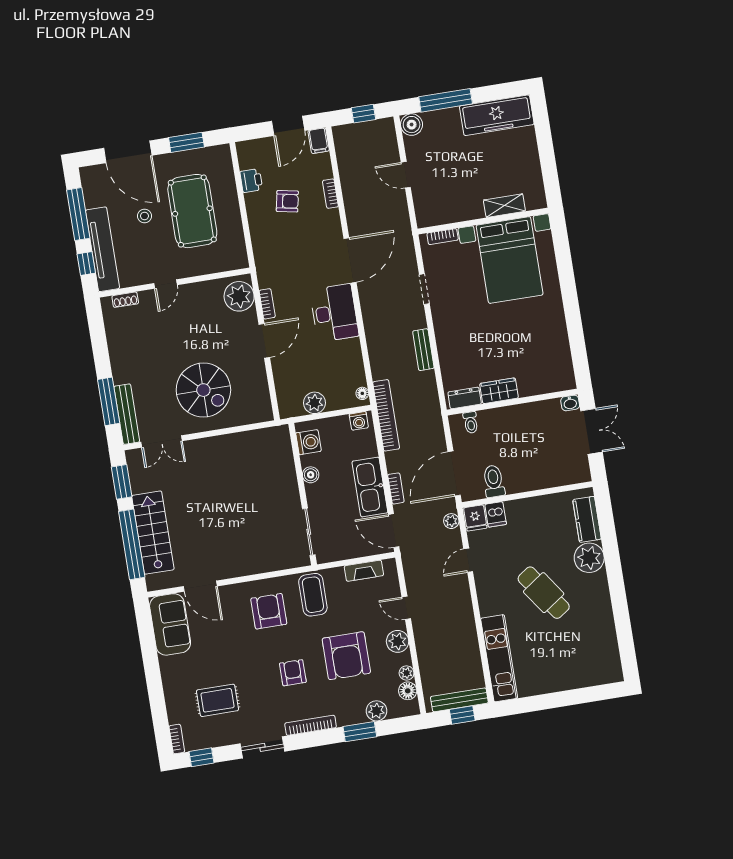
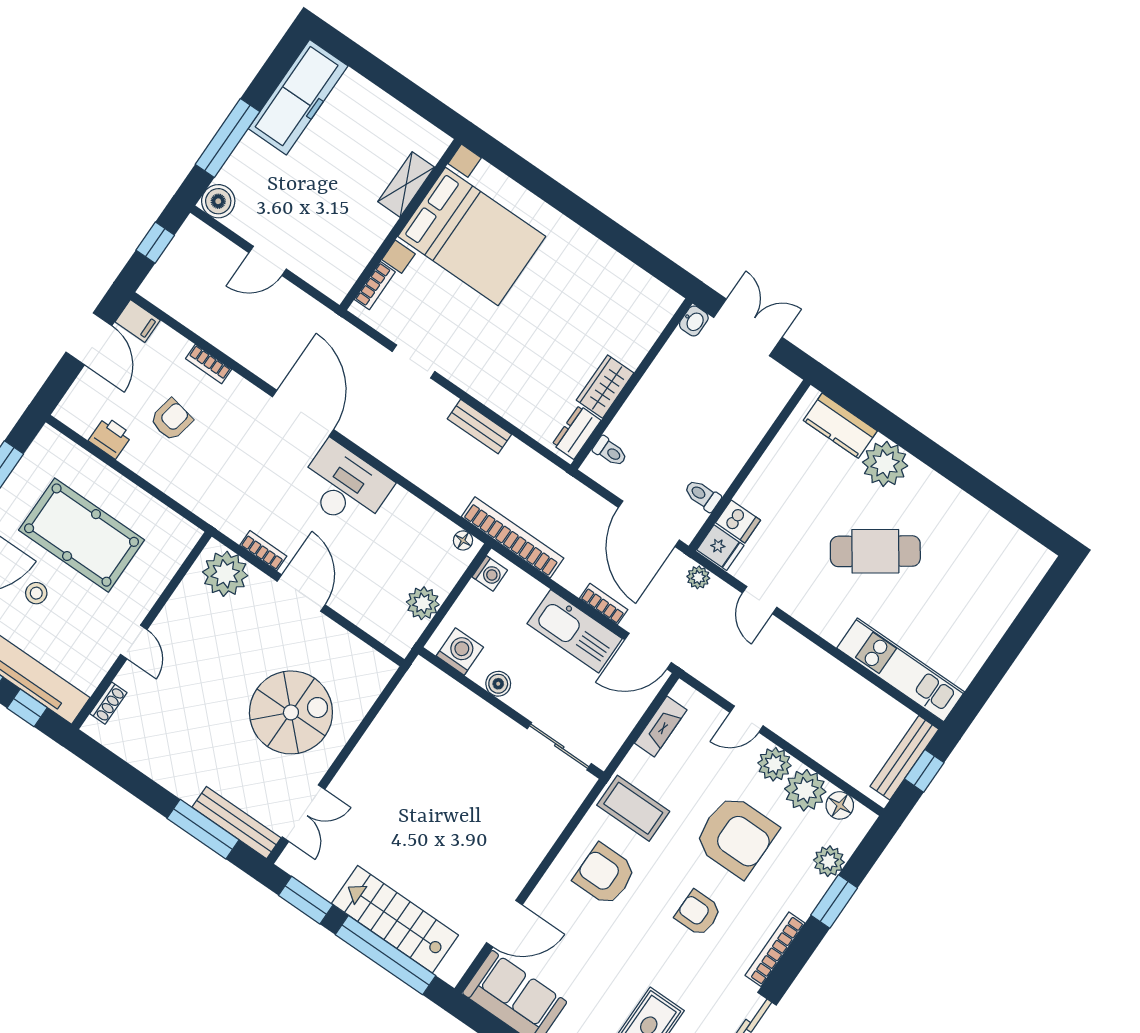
toilet: (494, 481) -> (702, 495), width x0.73, depth x0.72
plant: (407, 673) -> (805, 790), width x1.87, depth x1.87

